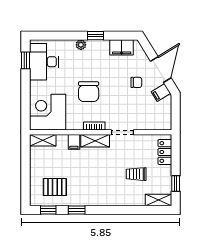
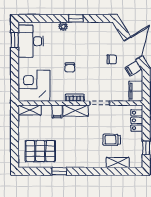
filing cabinet: (122, 47) -> (136, 91), moved, turned 90
chair: (89, 92) -> (70, 67), width x0.54, depth x0.54
pallet: (55, 187) -> (40, 151), width x1.50, depth x1.42
shelving: (158, 200) -> (118, 163), moved
window: (48, 210) -> (34, 171), removed

